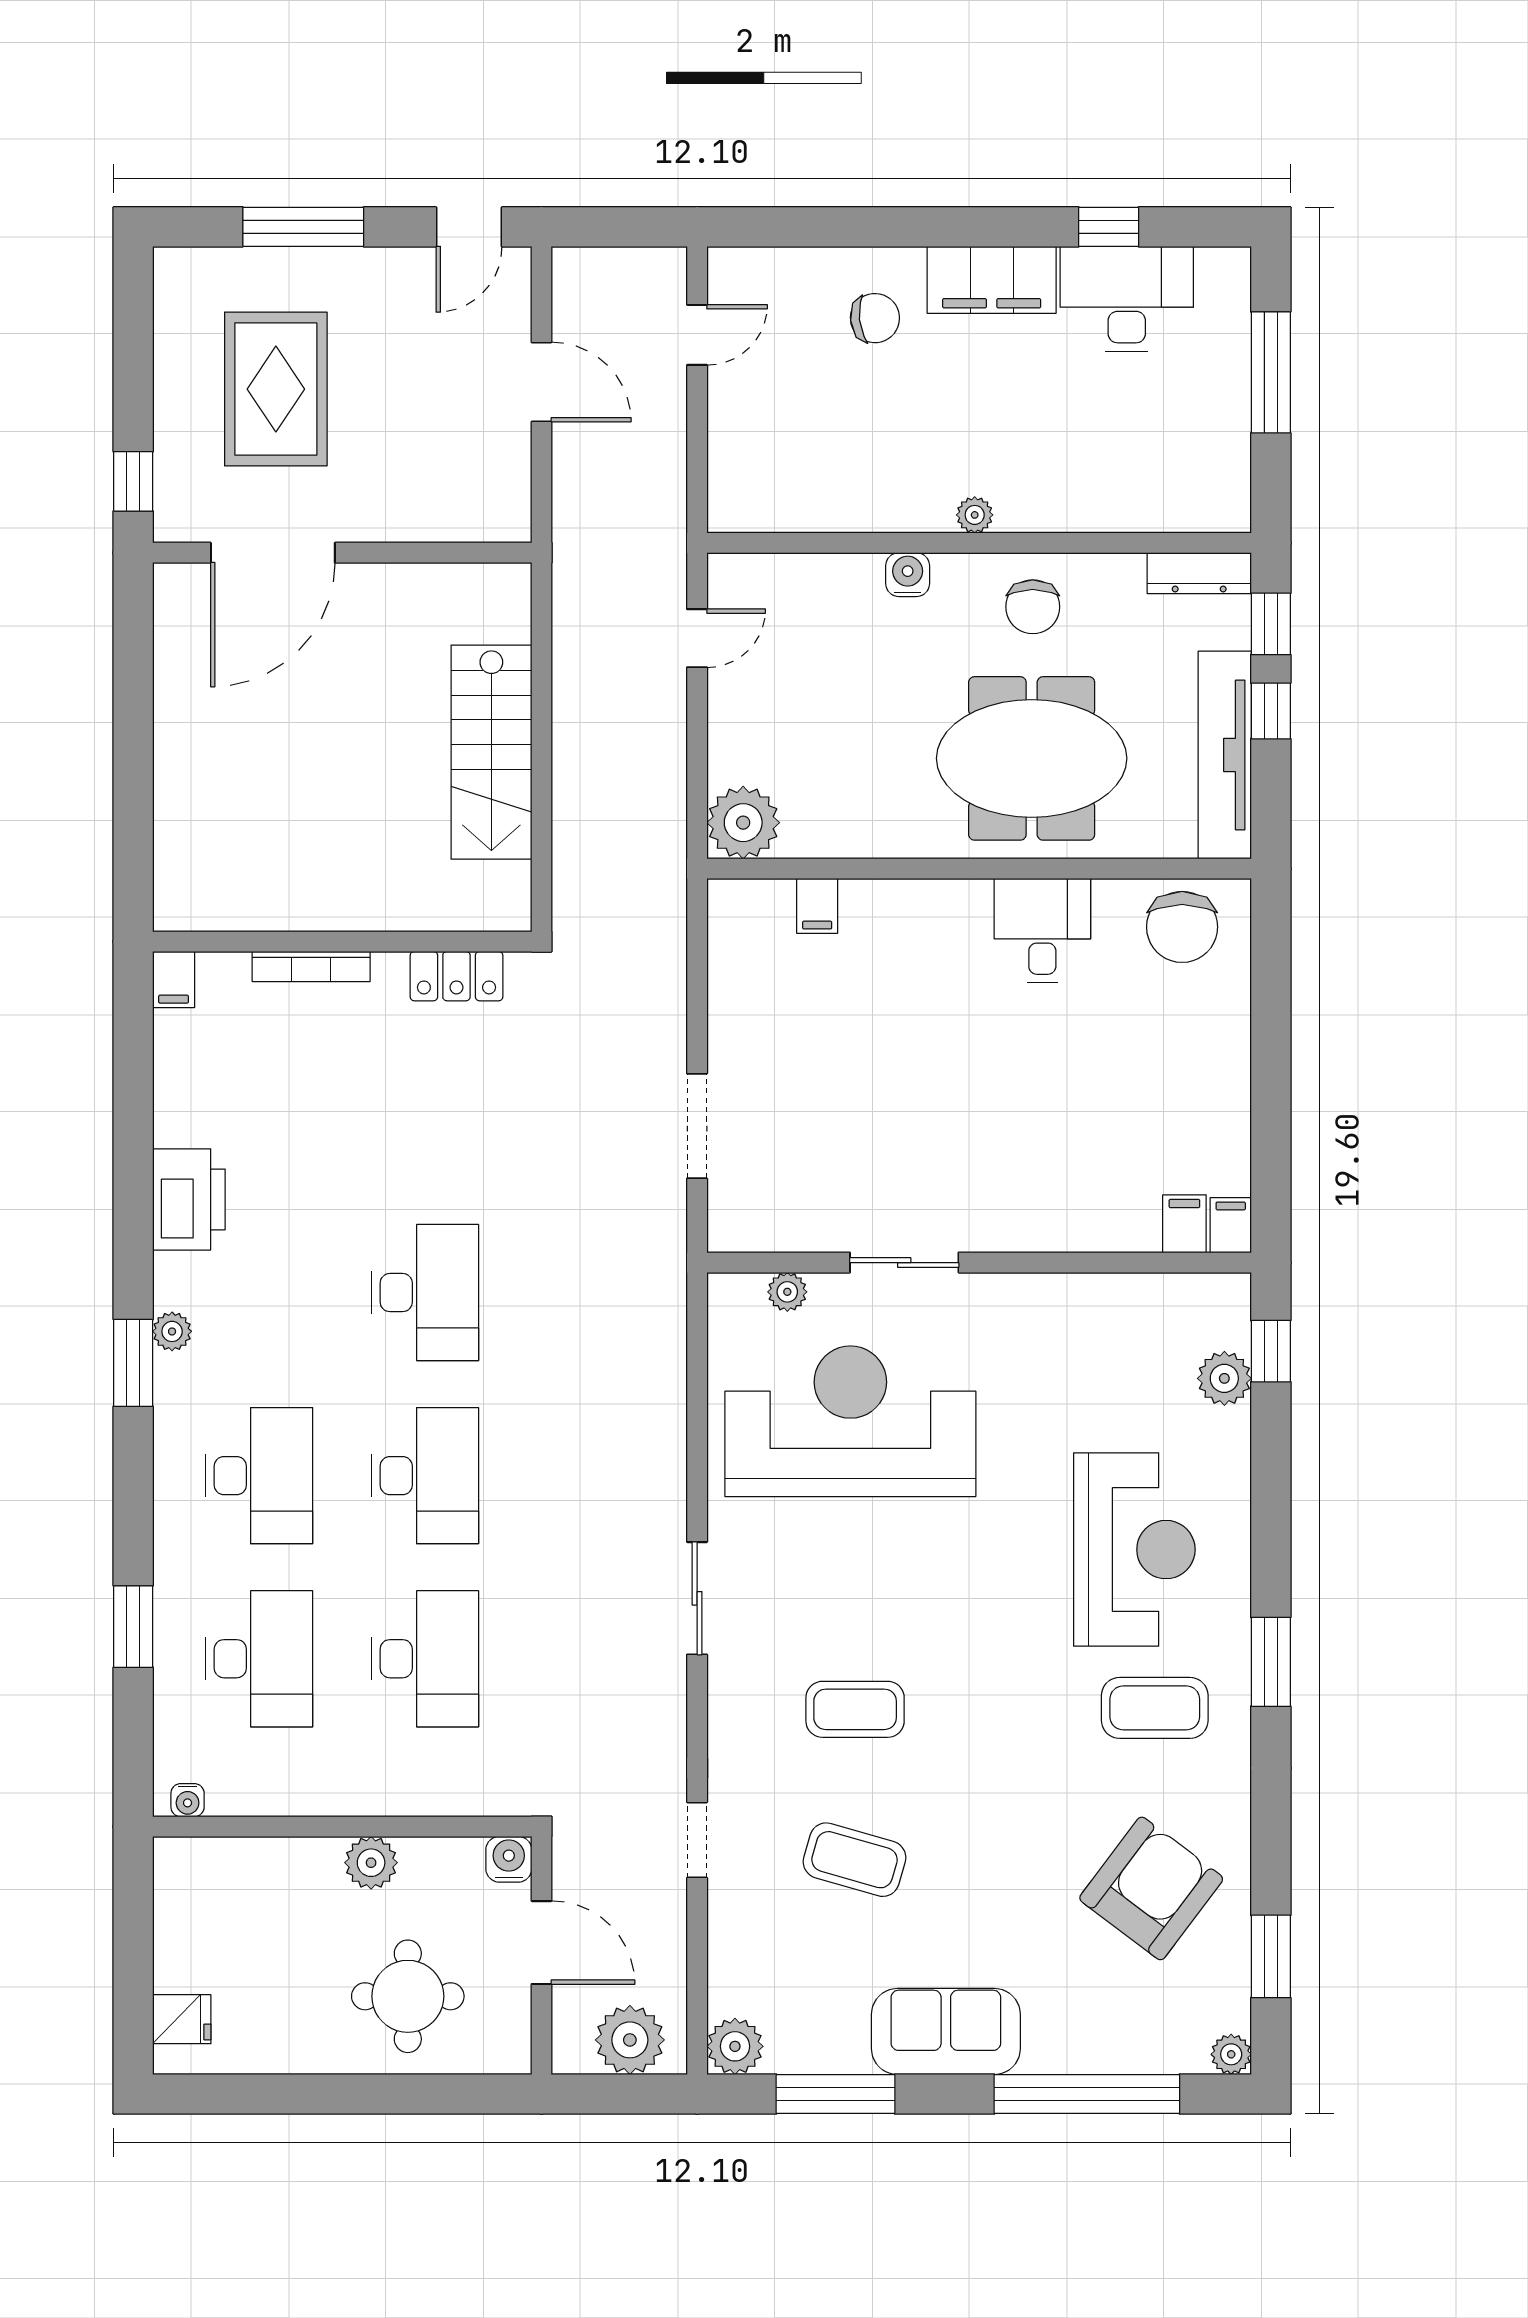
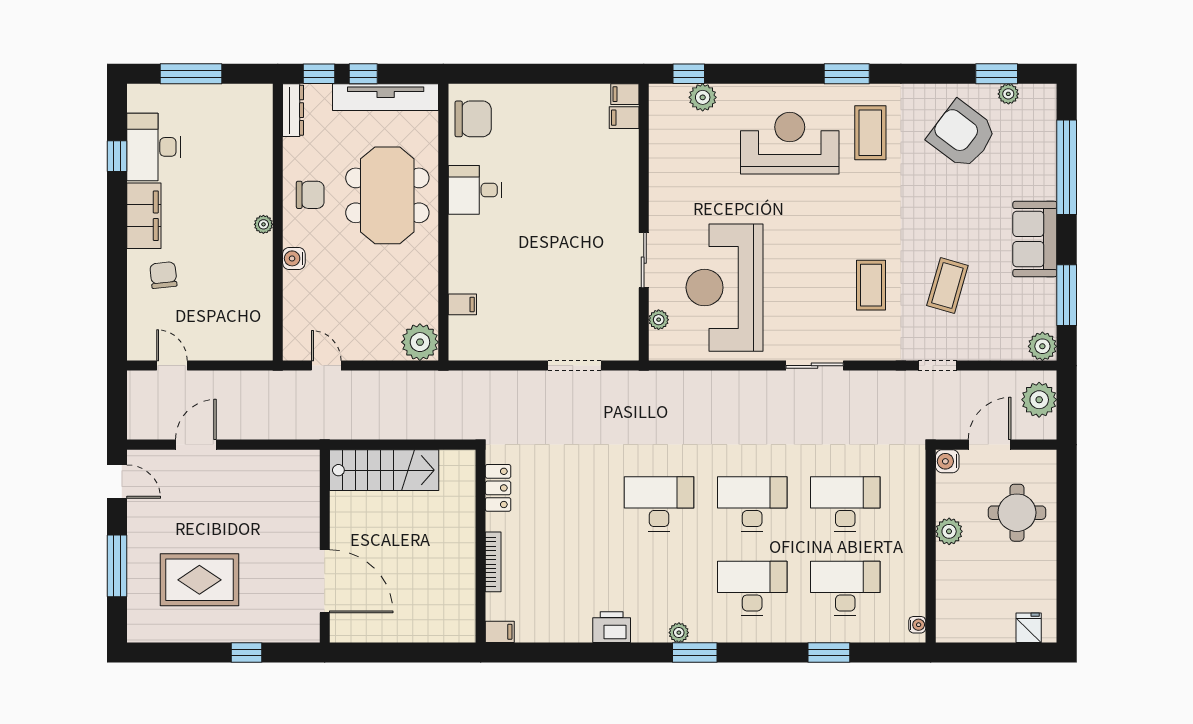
door: (273, 553) -> (325, 581), moved
wall: (342, 553) -> (325, 546), moved
printer: (189, 1199) -> (612, 627), width x0.73, depth x0.84
plant: (1231, 2054) -> (1008, 94), moved

